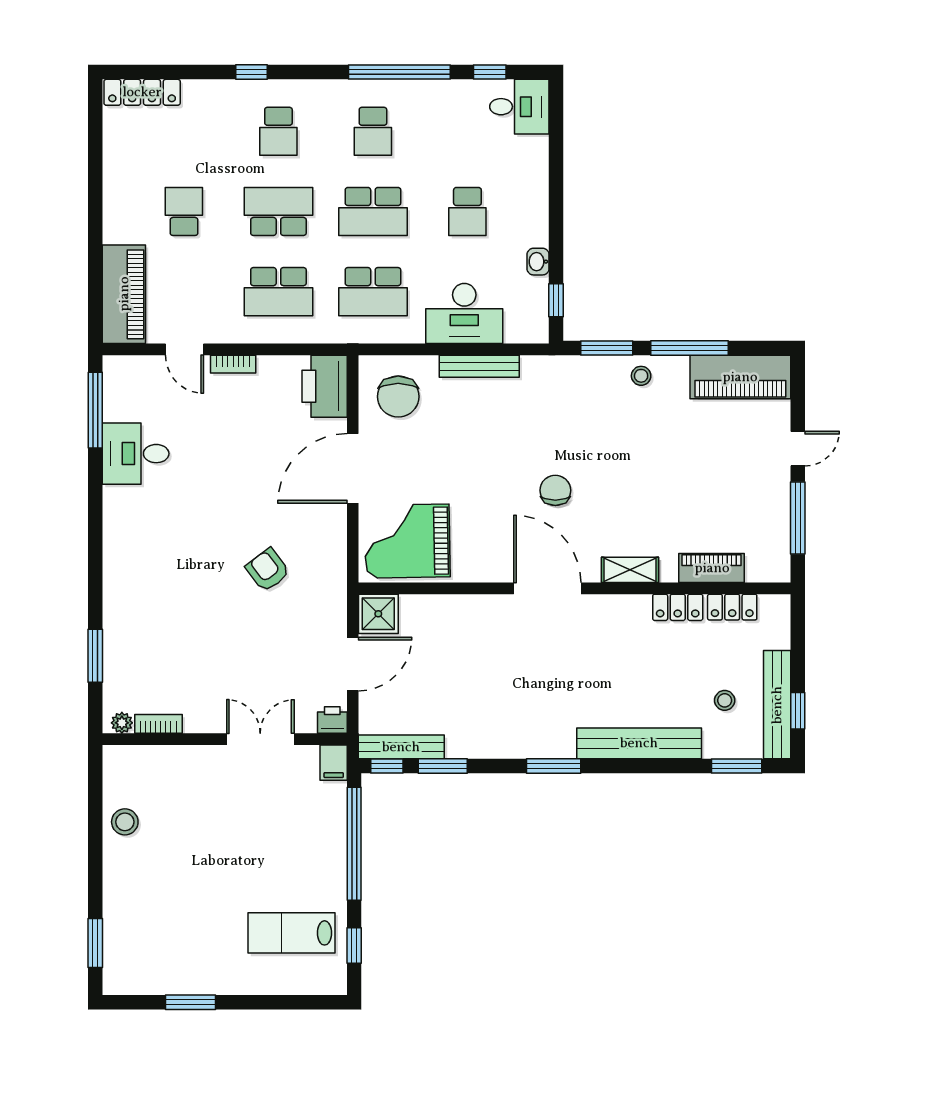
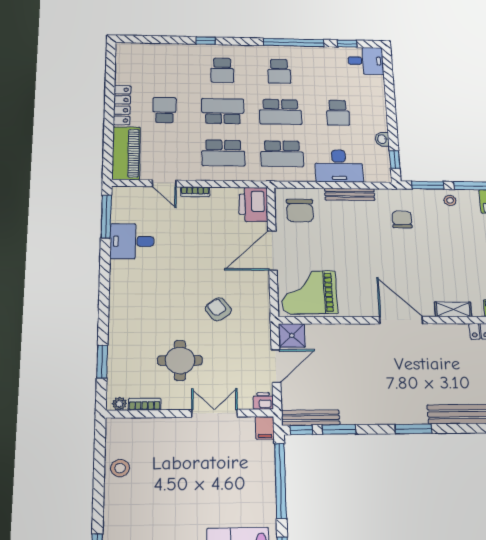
locker: (142, 92) -> (122, 105), moved, turned -90
chair: (555, 490) -> (402, 220), moved
round table: (210, 654) -> (180, 360), added

